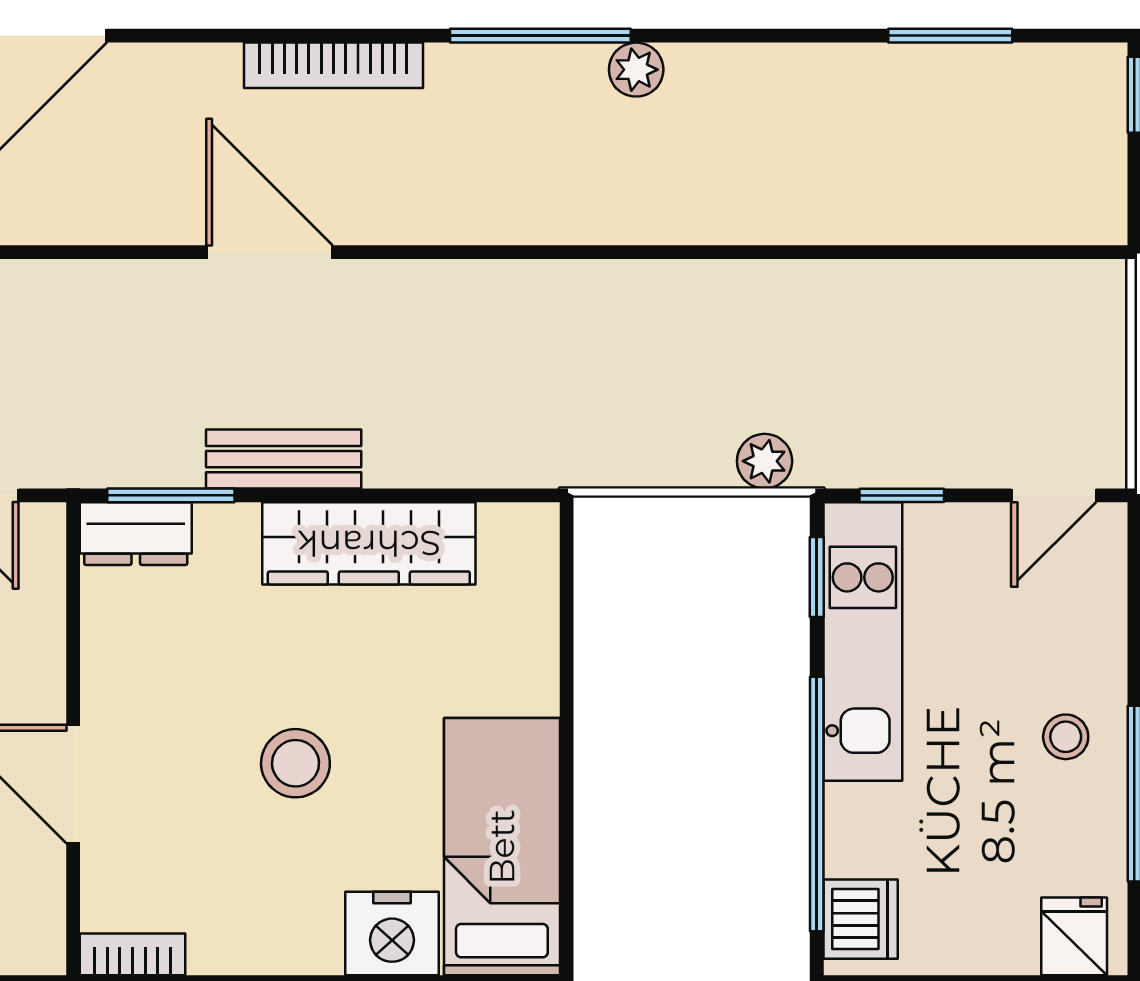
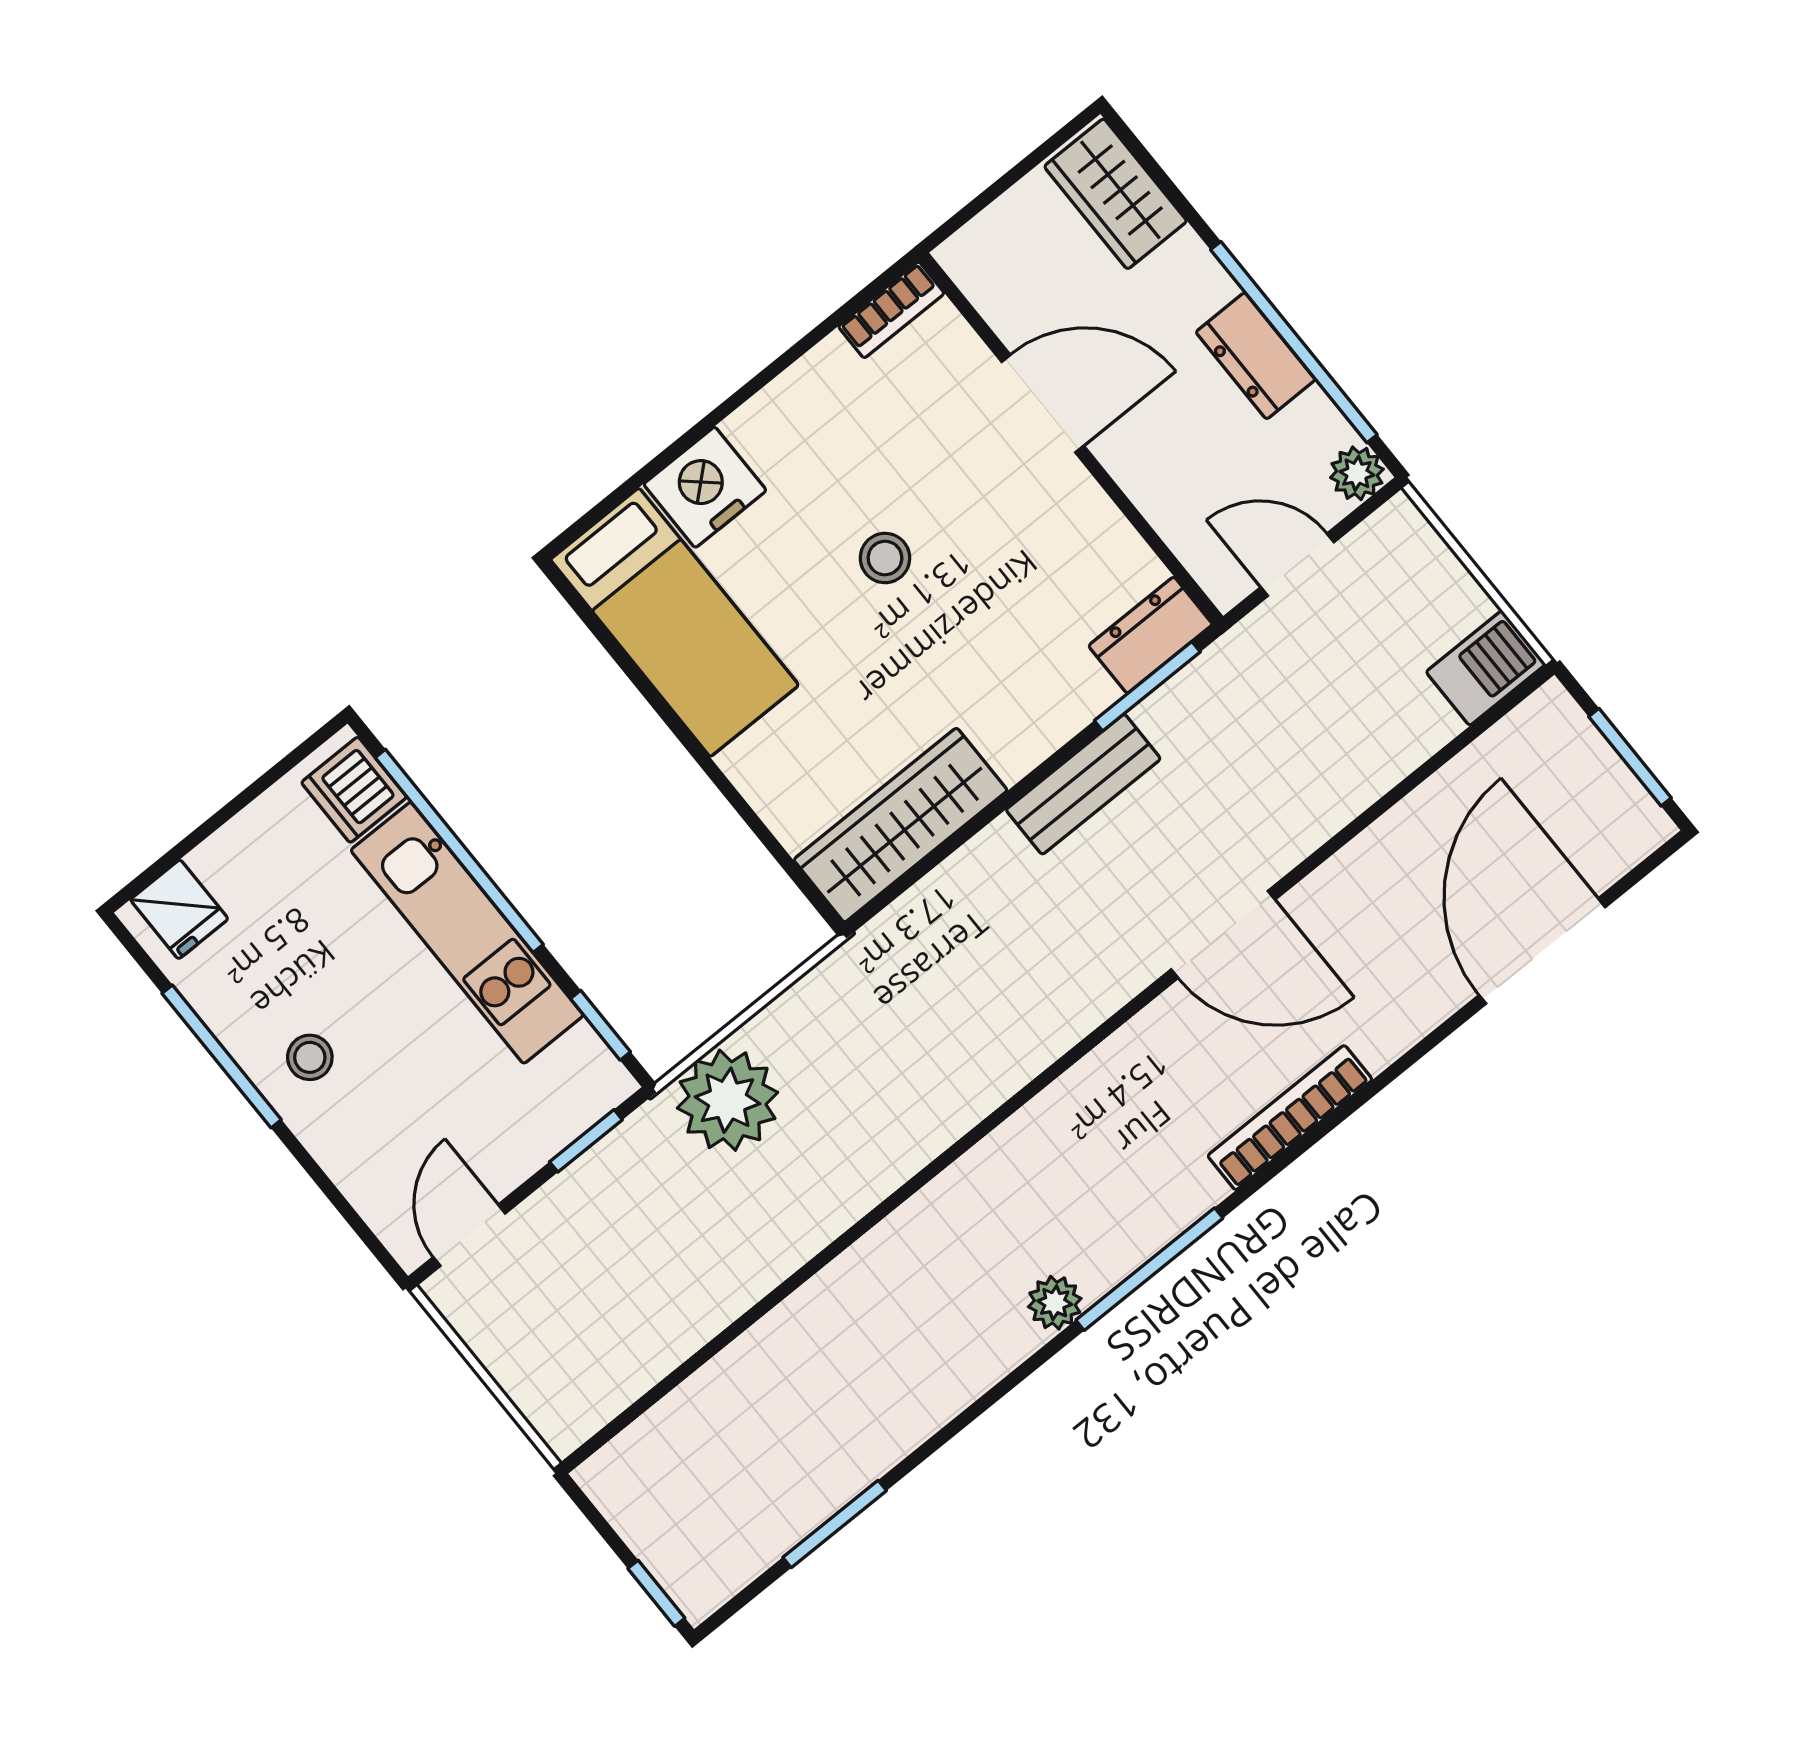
plant: (765, 461) -> (728, 1100), width x1.88, depth x1.88
wardrobe: (369, 543) -> (900, 825), moved
kitchen unit: (863, 642) -> (467, 933), moved
stool: (295, 763) -> (885, 558), width x0.73, depth x0.73

